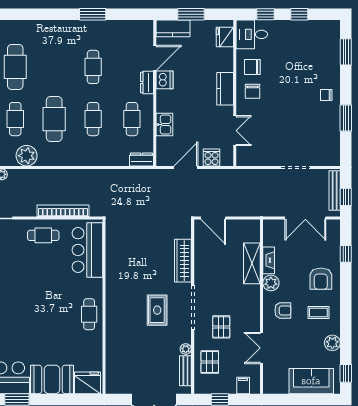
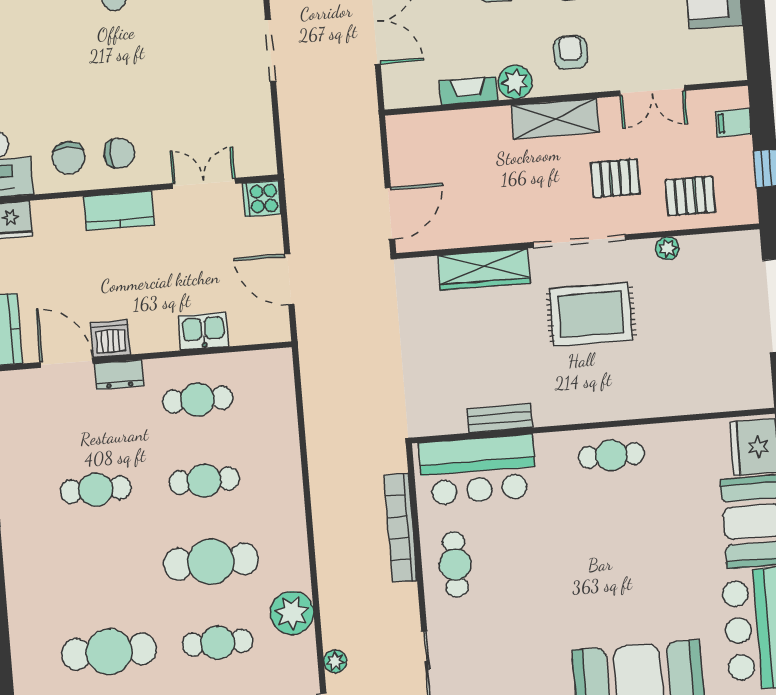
cooker: (212, 158) -> (262, 199), moved
dresser: (141, 159) -> (280, 373), removed
shelving: (252, 263) -> (555, 119), moved
rug: (157, 310) -> (591, 314), width x1.36, depth x1.43
bench: (185, 371) -> (500, 418), moved

